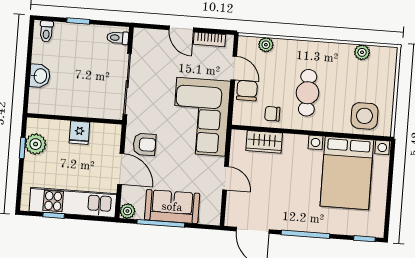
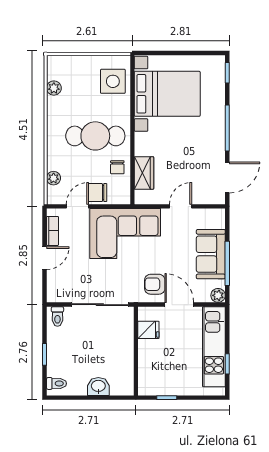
cafe table: (308, 93) -> (95, 136), width x1.37, depth x1.35
fridge: (79, 133) -> (148, 330), moved
plant: (36, 144) -> (162, 386), removed
armchair: (144, 144) -> (155, 284), turned -90
door: (121, 169) -> (179, 305), hinge flipped

